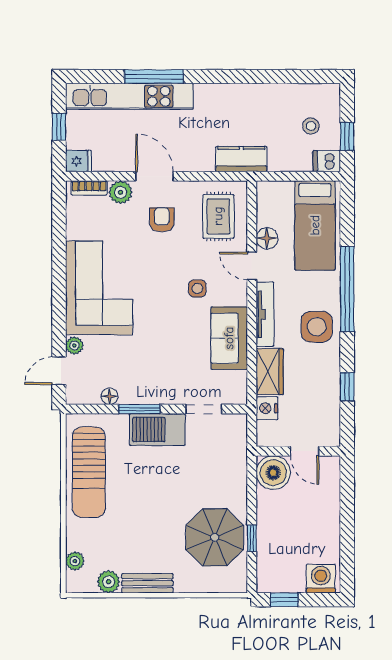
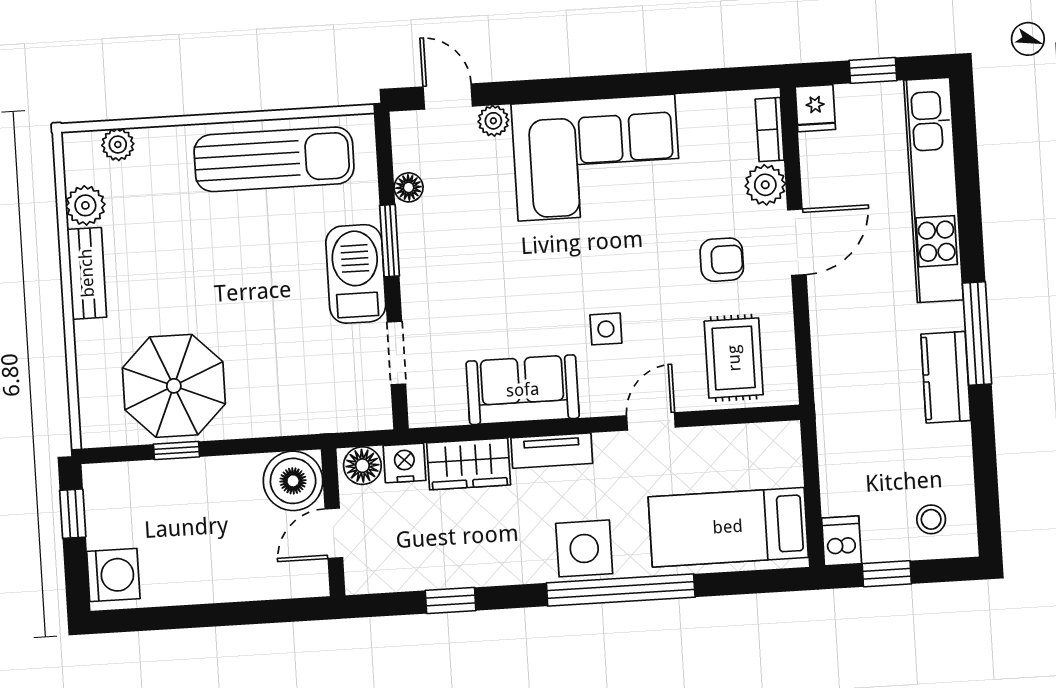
window: (154, 77) -> (977, 334), moved
stool: (311, 126) -> (931, 519), moved
kitchen counter: (241, 159) -> (946, 377), moved, turned 180
rug: (218, 216) -> (734, 358), turned 90
floor lamp: (267, 238) -> (362, 466), moved
tv unit: (265, 314) -> (552, 451), width x0.71
side table: (317, 327) -> (584, 548), moved
sun lounger: (89, 472) -> (274, 159), turned 180

